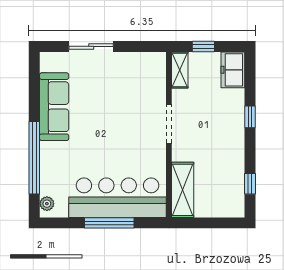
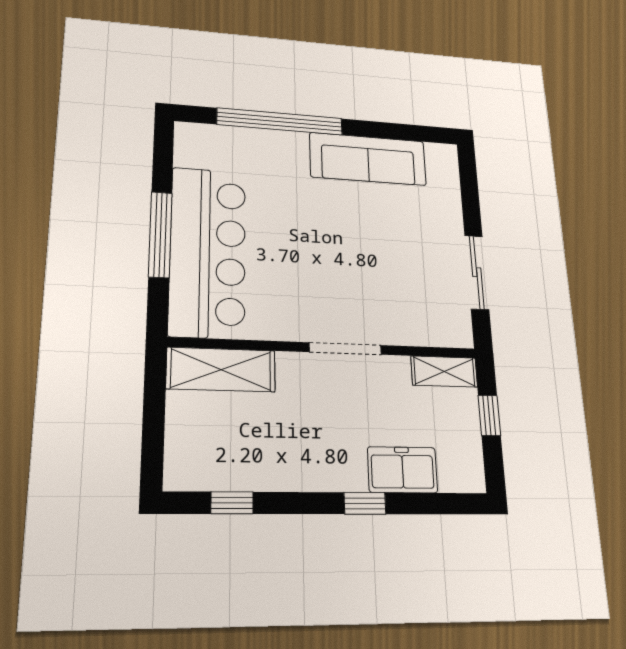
sliding door: (91, 46) -> (477, 272), moved
freezer: (233, 70) -> (402, 470), moved
plant: (47, 204) -> (199, 134), removed

